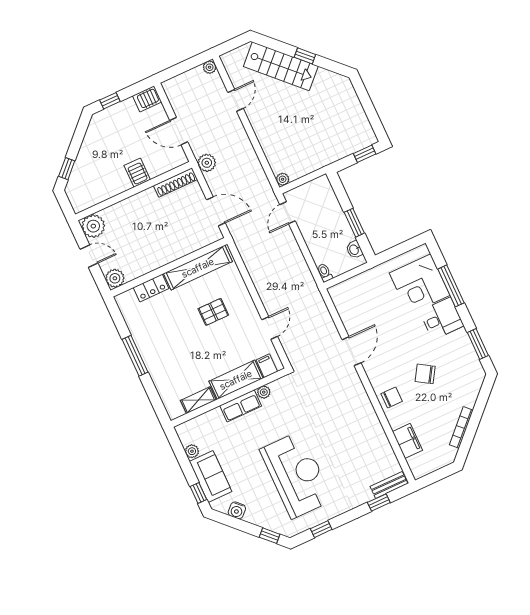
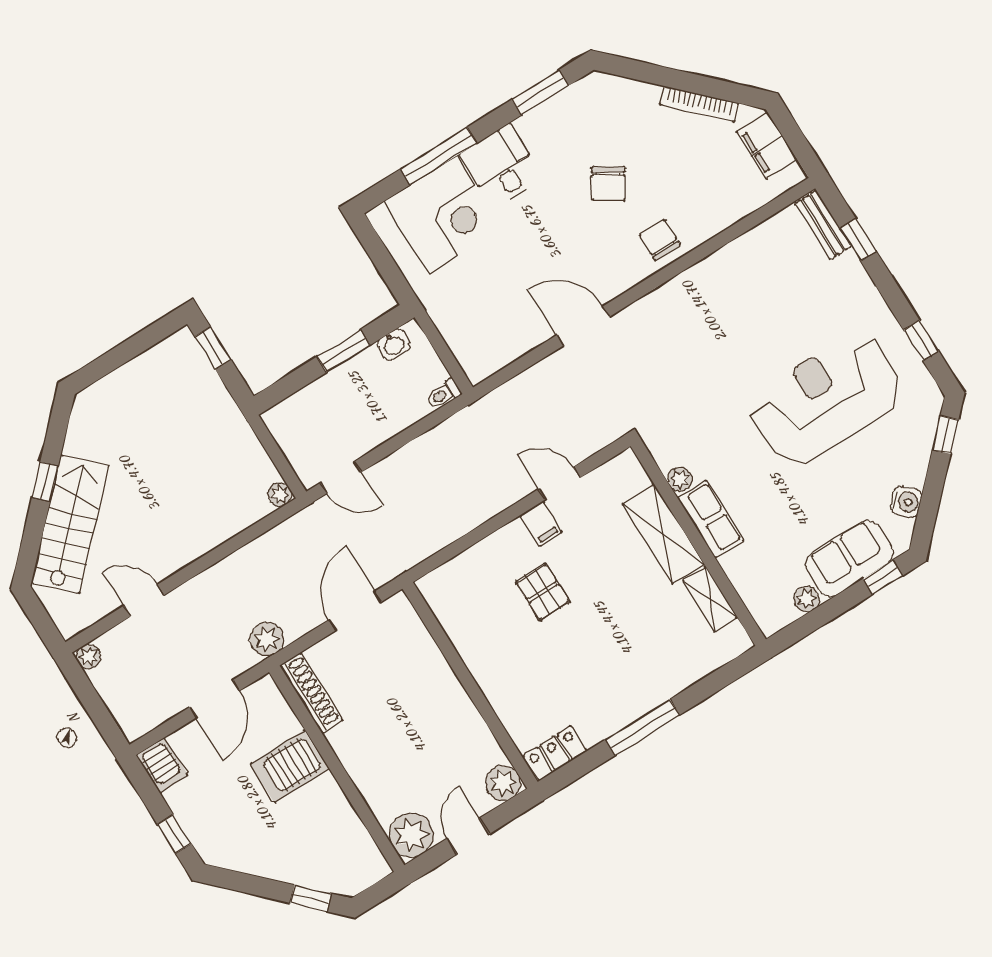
server rack: (137, 173) -> (290, 766), width x1.36, depth x1.44
shelving: (198, 268) -> (464, 631), removed
locker: (151, 288) -> (555, 753), moved, turned -90
filing cabinet: (267, 366) -> (541, 524), moved, turned -90
filing cabinet: (407, 441) -> (767, 146), moved, turned -90

